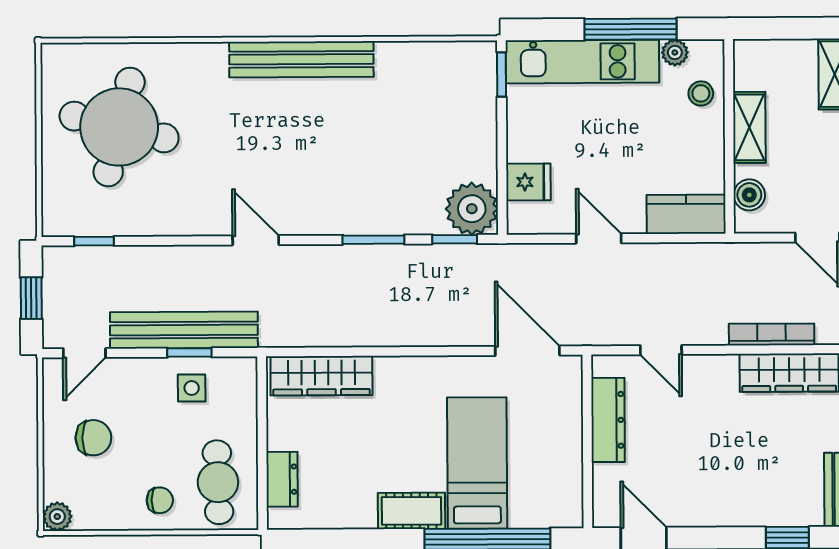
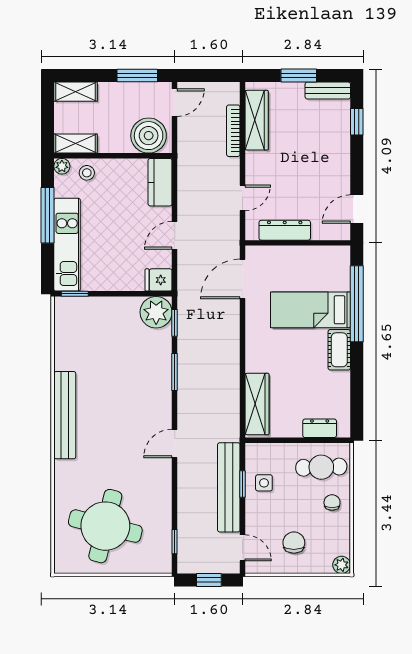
plant: (675, 52) -> (62, 166), moved
shelving: (749, 127) -> (76, 144), moved
fridge: (528, 182) -> (159, 280), moved, turned -90
boiler: (749, 195) -> (149, 136), width x1.86, depth x1.86

